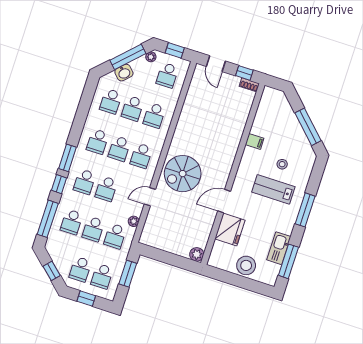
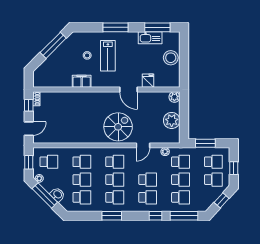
filing cabinet: (255, 141) -> (82, 81), width x2.00
window: (67, 158) -> (112, 216), moved
spiral stairs: (183, 174) -> (118, 127), turned -90
door: (150, 197) -> (143, 145), hinge flipped
fridge: (230, 230) -> (148, 81), width x0.53, depth x0.75
plant: (169, 242) -> (172, 120), added

